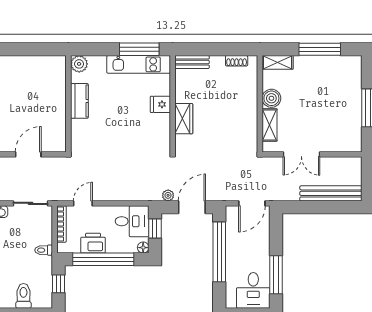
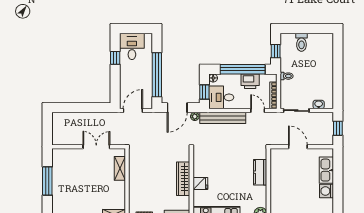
boiler: (271, 98) -> (118, 188), removed
kitchen counter: (79, 101) -> (260, 172), moved
wardrobe: (184, 119) -> (183, 179), width x1.50
door: (28, 154) -> (298, 147), swing flipped
bench: (331, 193) -> (223, 118), moved
door: (83, 203) -> (258, 111), swing flipped
window: (276, 275) -> (115, 58), width x0.46

